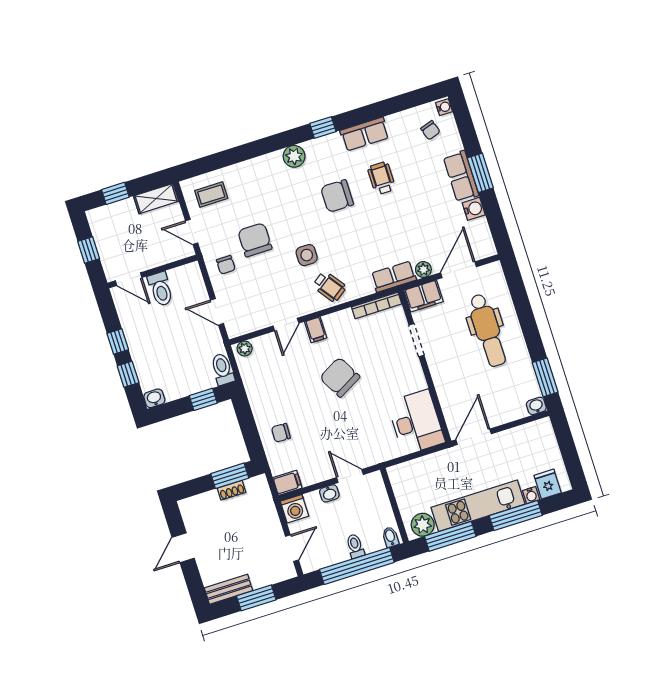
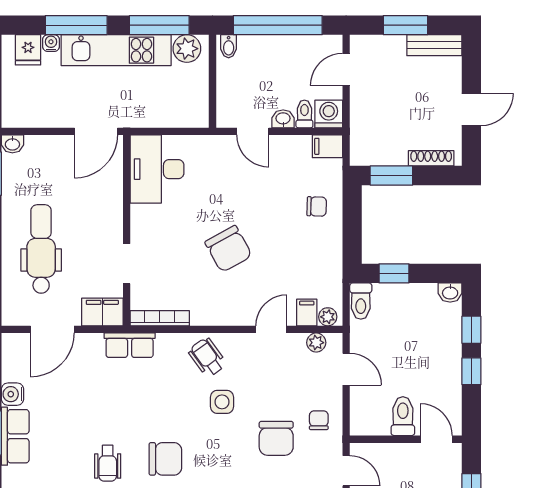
plant: (423, 269) -> (316, 343), moved
filing cabinet: (316, 330) -> (307, 312), moved
shoe rack: (232, 490) -> (431, 158), moved, width x1.43
toilet: (355, 546) -> (304, 114), moved, turned 180

